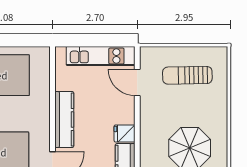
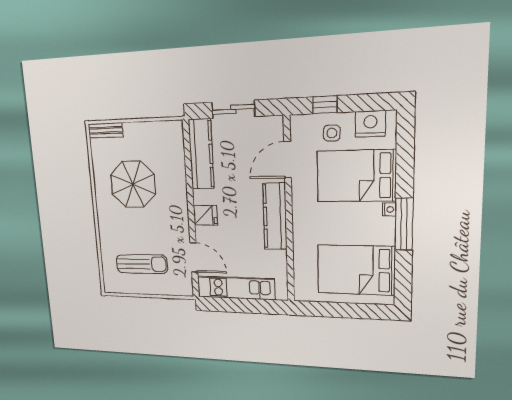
fridge: (125, 134) -> (205, 215), moved

